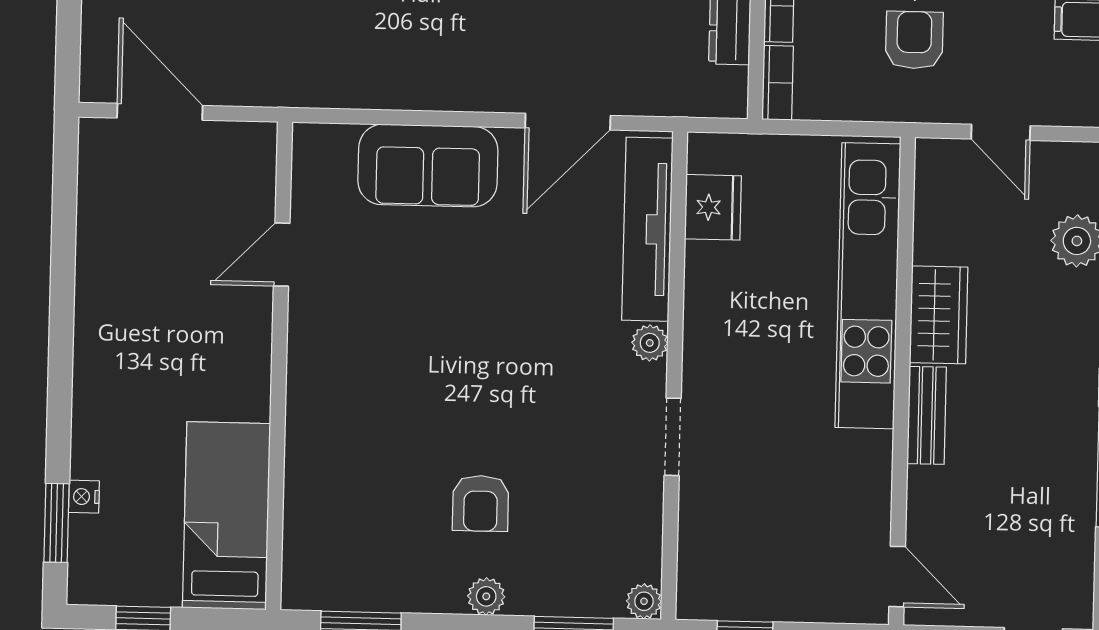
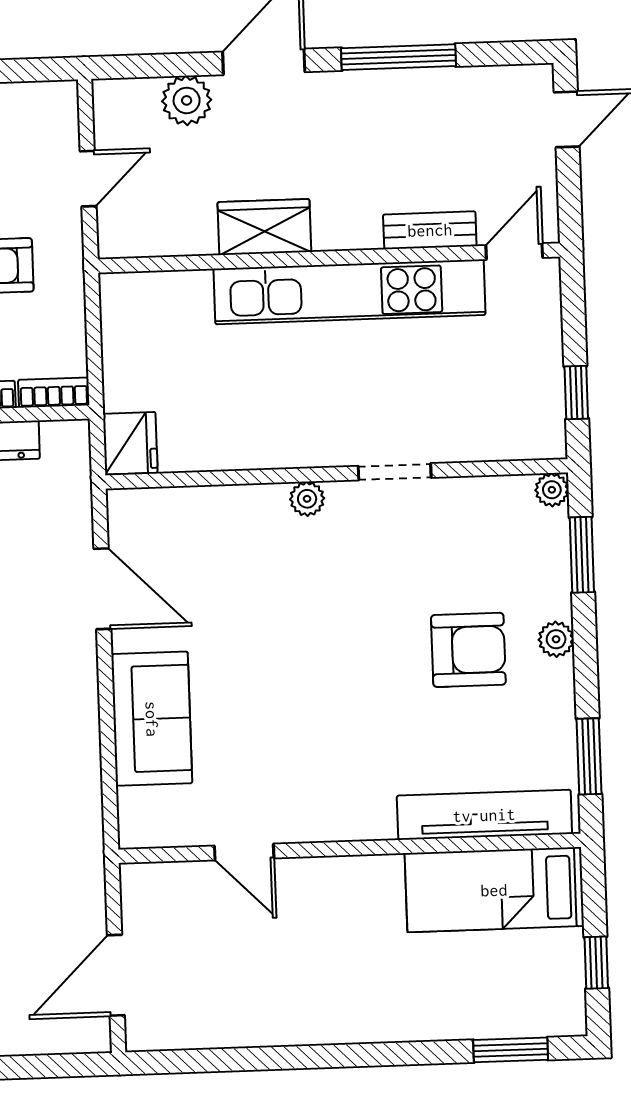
fridge: (713, 207) -> (130, 443), moved, turned 90
tv unit: (647, 229) -> (484, 815), moved, turned 180
kitchen unit: (868, 286) -> (349, 292), moved
bench: (927, 415) -> (430, 230), moved
nightstand: (84, 497) -> (484, 1025), removed
armchair: (481, 503) -> (468, 650), width x1.38, depth x1.38

